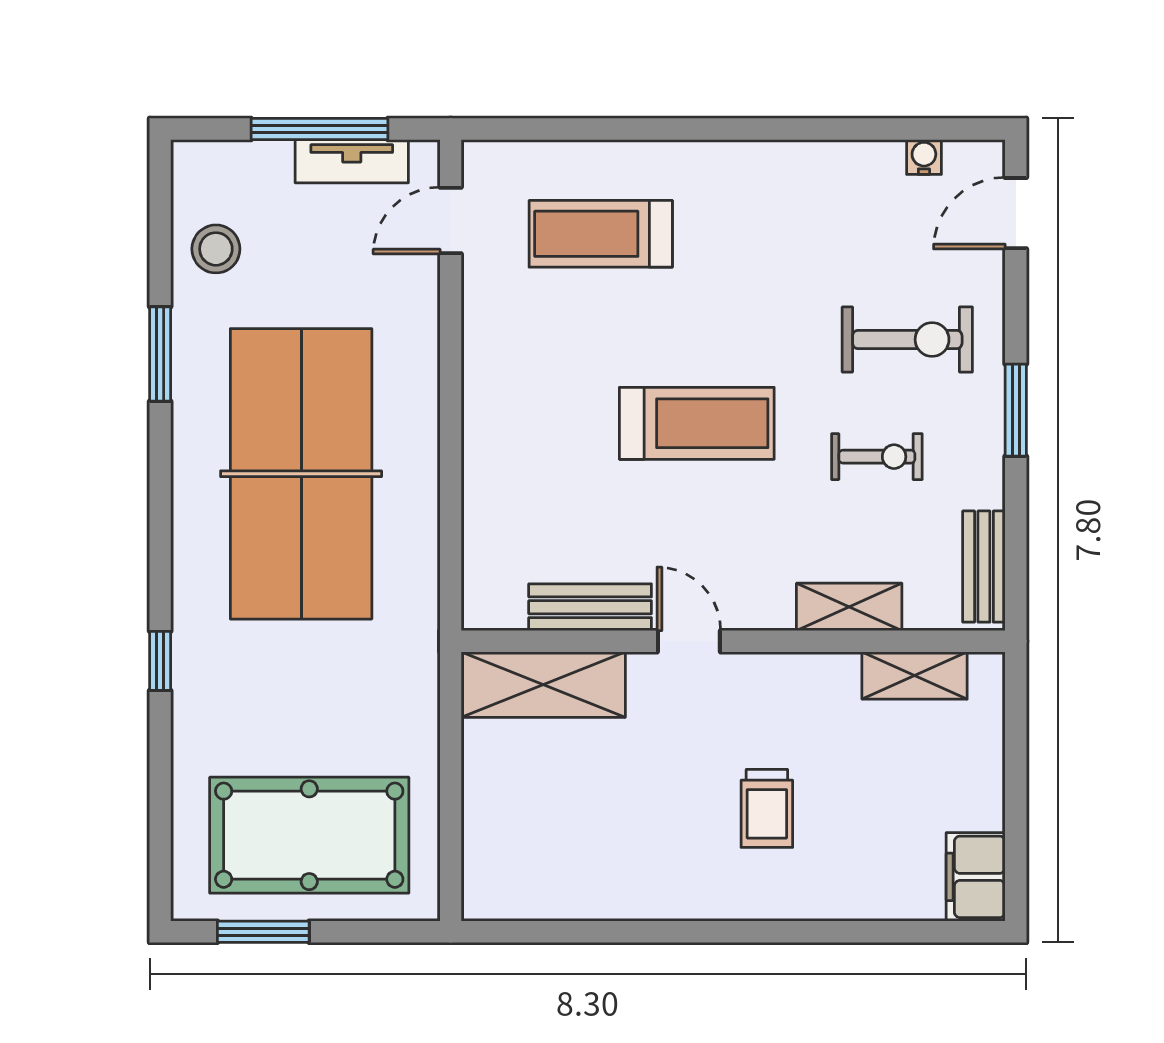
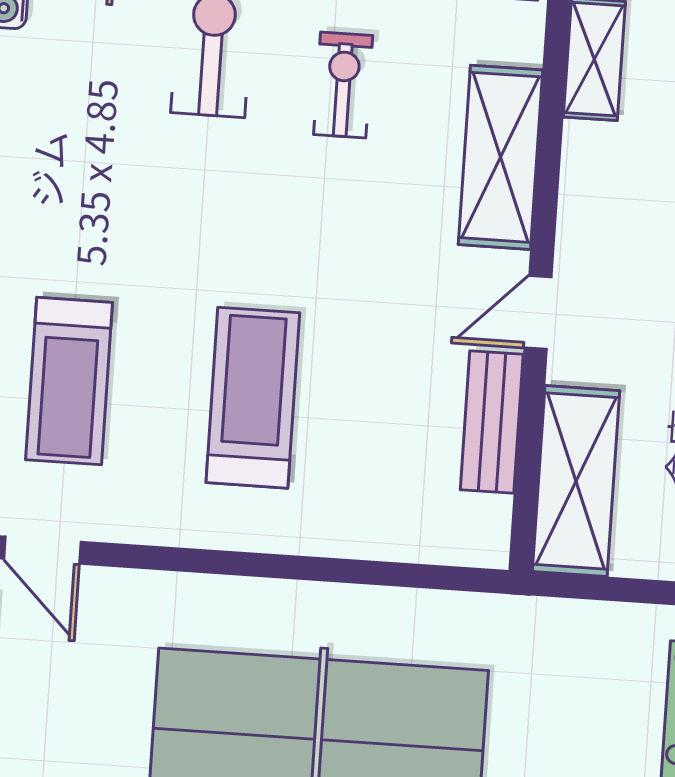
treadmill: (697, 423) -> (253, 398), moved
shelving: (849, 607) -> (500, 157), width x1.50, depth x1.33

